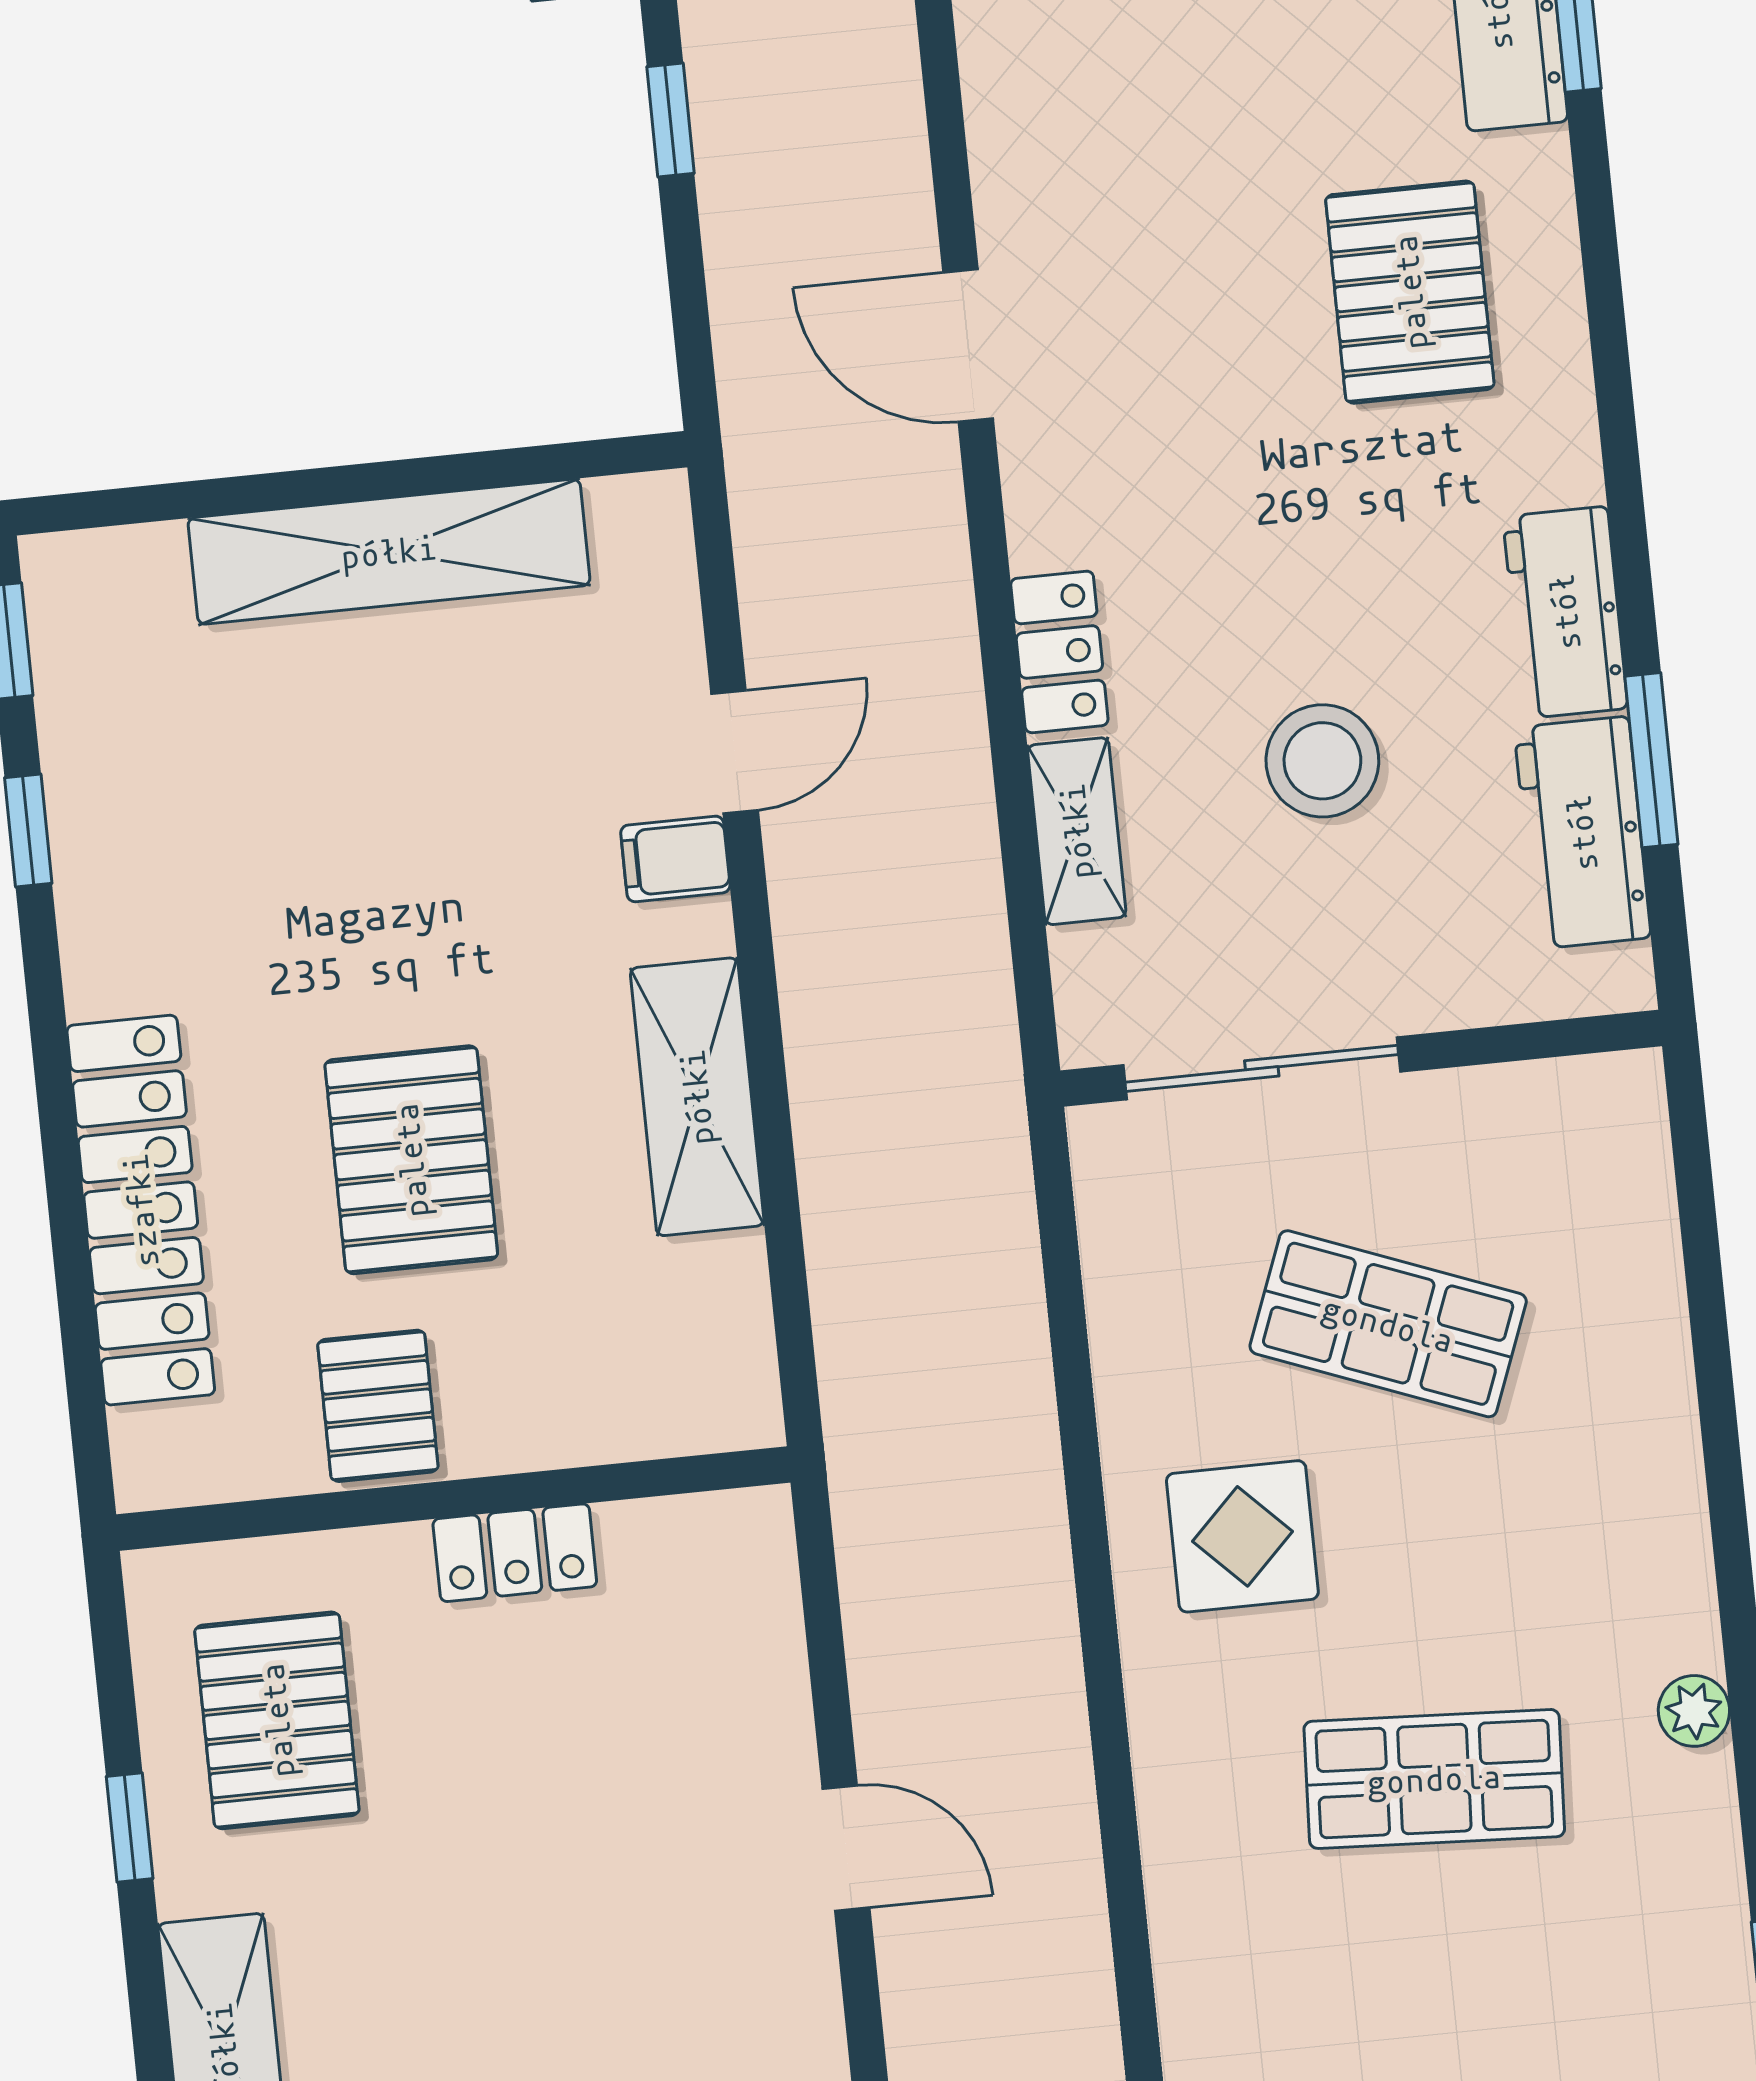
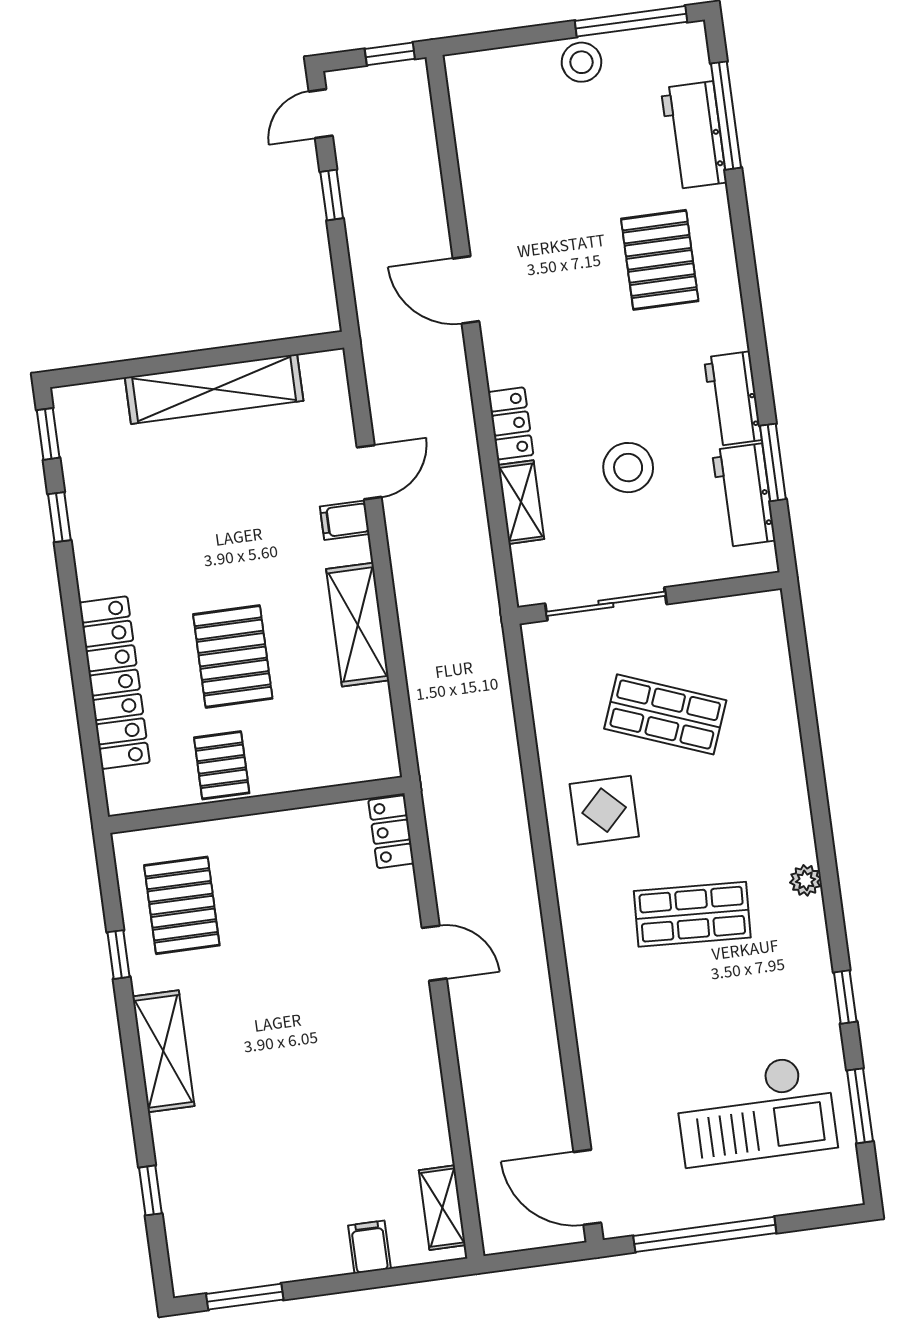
locker: (515, 1553) -> (391, 832), moved, turned 90

